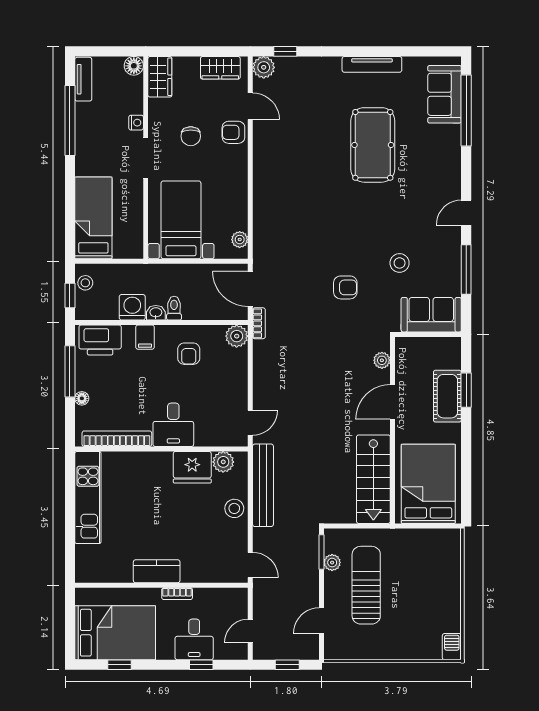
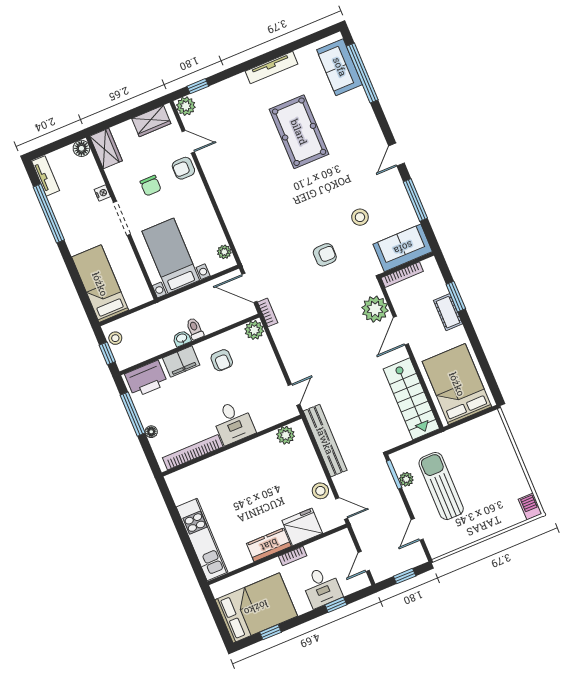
washing machine: (132, 307) -> (161, 342), removed
filing cabinet: (145, 337) -> (181, 362), width x2.00
bookcase: (419, 343) -> (402, 275), added
plant: (382, 360) -> (375, 309), width x1.87, depth x1.87
cot: (447, 396) -> (448, 312), width x0.73, depth x0.75
fridge: (192, 467) -> (302, 527), moved, turned 180
kitchen unit: (88, 498) -> (202, 540), moved
stool: (234, 508) -> (320, 491), moved

